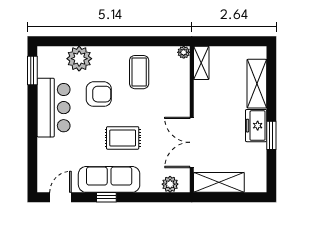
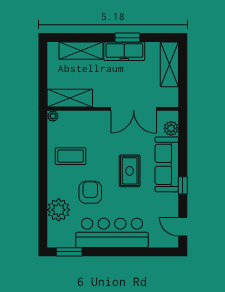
shelving: (201, 63) -> (70, 98), width x1.50, depth x1.33
bar counter: (54, 108) -> (112, 233), width x1.36
freezer: (256, 126) -> (124, 51), width x1.40
sofa: (109, 179) -> (167, 164), moved
shelving: (219, 182) -> (169, 64), moved

